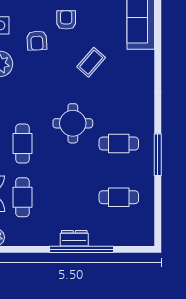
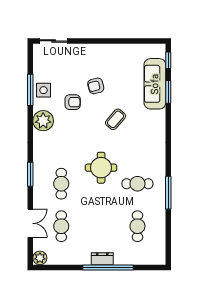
armchair: (66, 20) -> (96, 86), turned -104
window: (158, 28) -> (168, 92), added
armchair: (37, 40) -> (73, 102), turned -87
cafe table: (119, 197) -> (137, 226), turned 90

